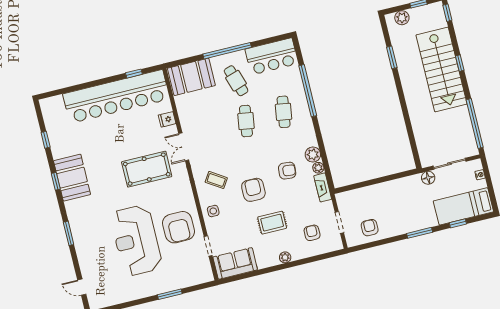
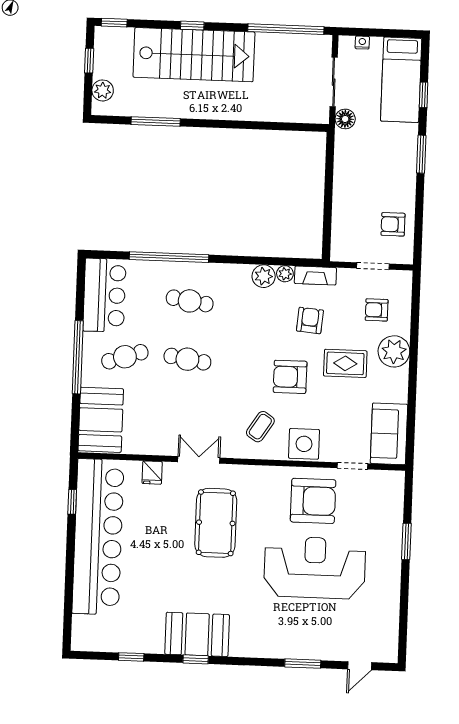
window: (392, 57) -> (156, 122), width x1.44
double door: (184, 147) -> (199, 460), swing flipped
armchair: (287, 171) -> (310, 320), moved
side table: (213, 211) -> (304, 444), width x1.87, depth x1.87
rug: (272, 223) -> (345, 363), turned 90
window: (69, 233) -> (303, 664), moved
reception desk: (136, 240) -> (315, 568), turned 180
plant: (285, 257) -> (394, 351), width x1.88, depth x1.88

